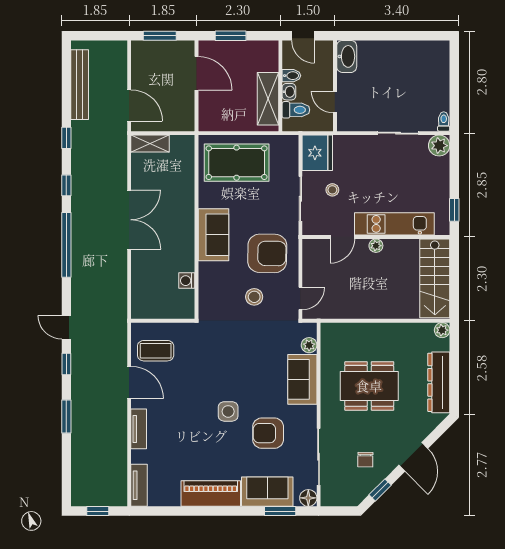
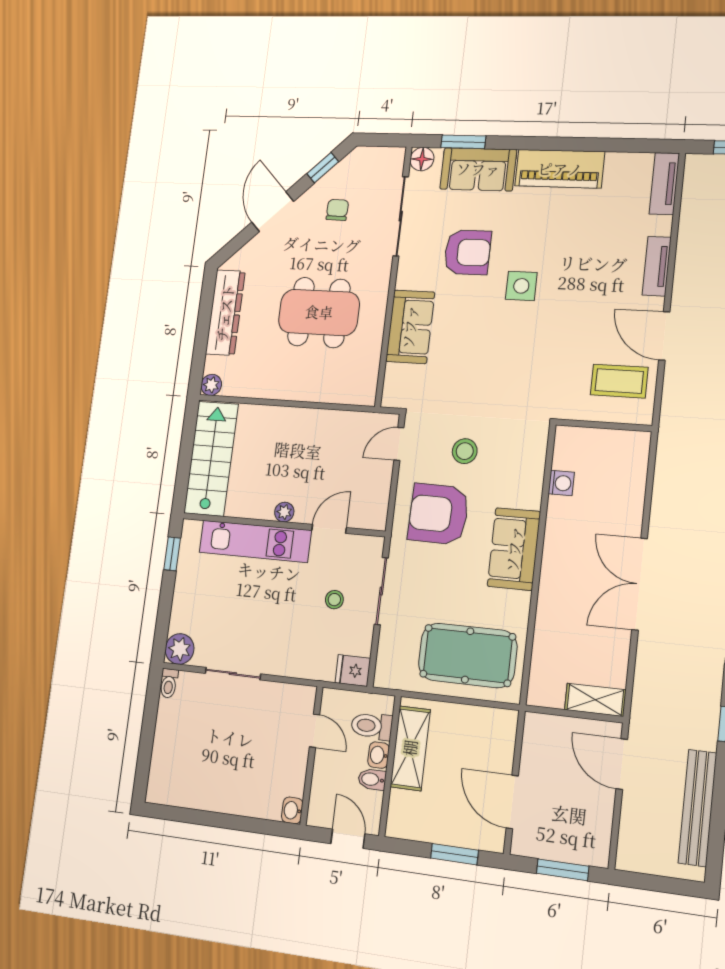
washbasin: (347, 56) -> (292, 810), width x0.52, depth x0.69
fridge: (317, 153) -> (353, 670), width x0.53, depth x0.75
plant: (309, 345) -> (395, 375), removed

